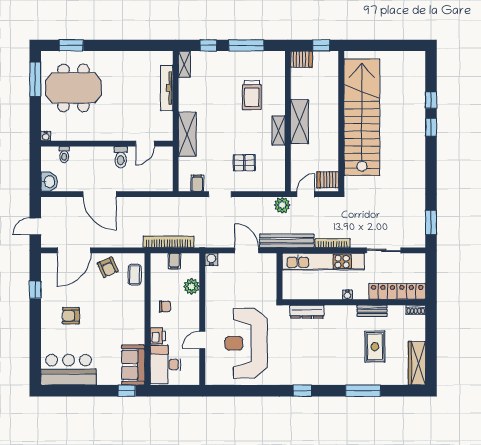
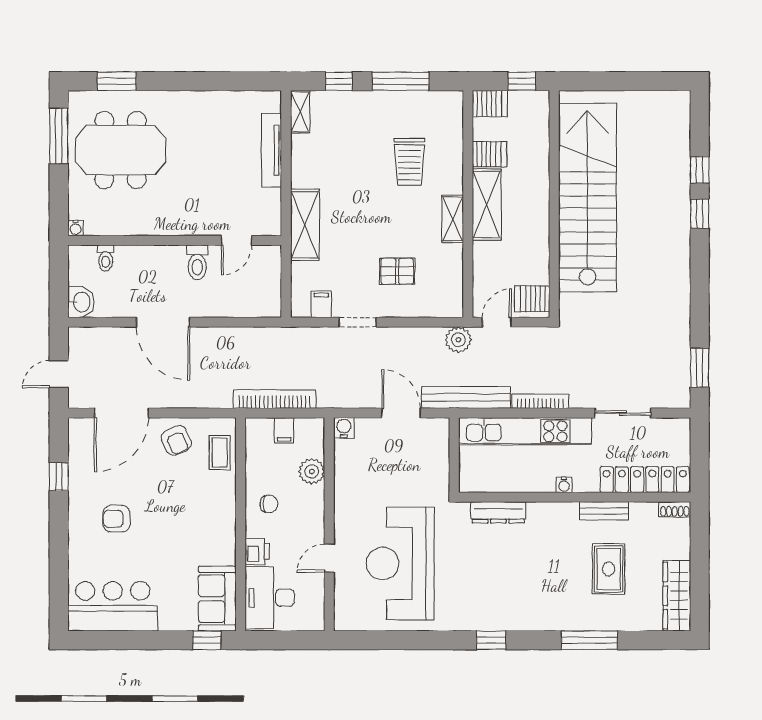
server rack: (301, 90) -> (489, 154), added

